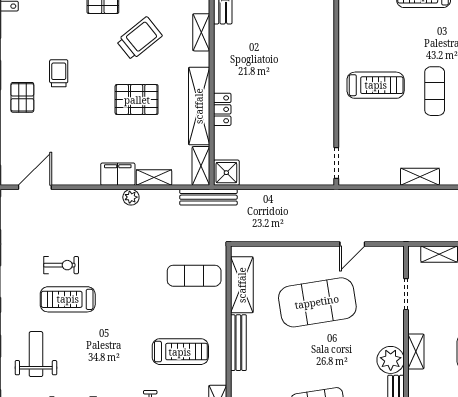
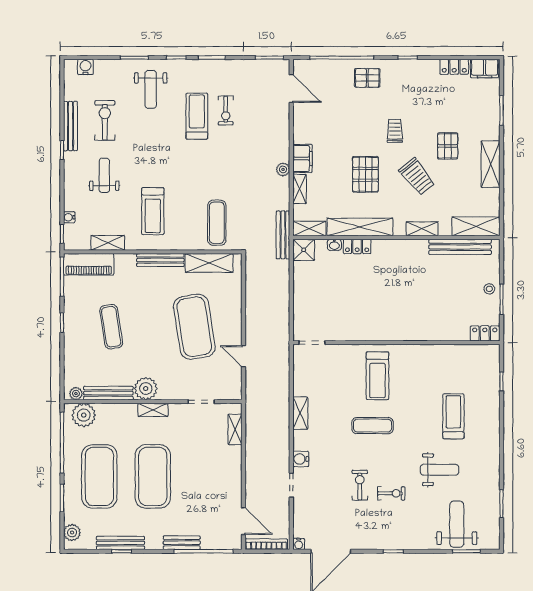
trolley: (59, 73) -> (395, 131), moved, turned -90
washbasin: (220, 136) -> (334, 245), added
weight bench: (36, 354) -> (151, 89), turned 90

